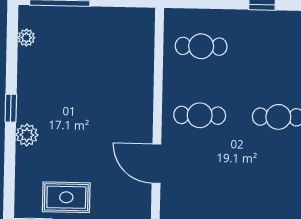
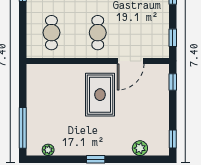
plant: (27, 135) -> (140, 148), moved
rug: (66, 197) -> (100, 95), moved, width x1.36, depth x1.43

